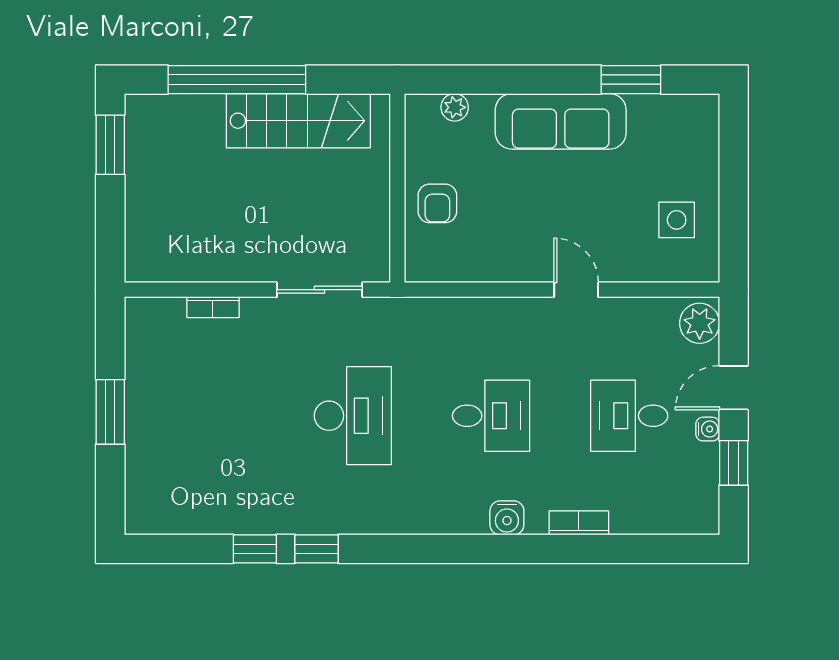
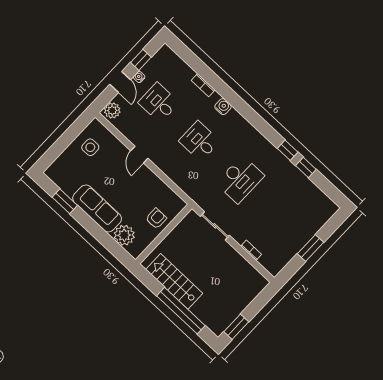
plant: (455, 107) -> (124, 235), width x1.87, depth x1.87
door: (734, 388) -> (120, 82), hinge flipped
desk: (353, 416) -> (240, 179), turned 180
desk: (629, 416) -> (159, 103), turned 180

